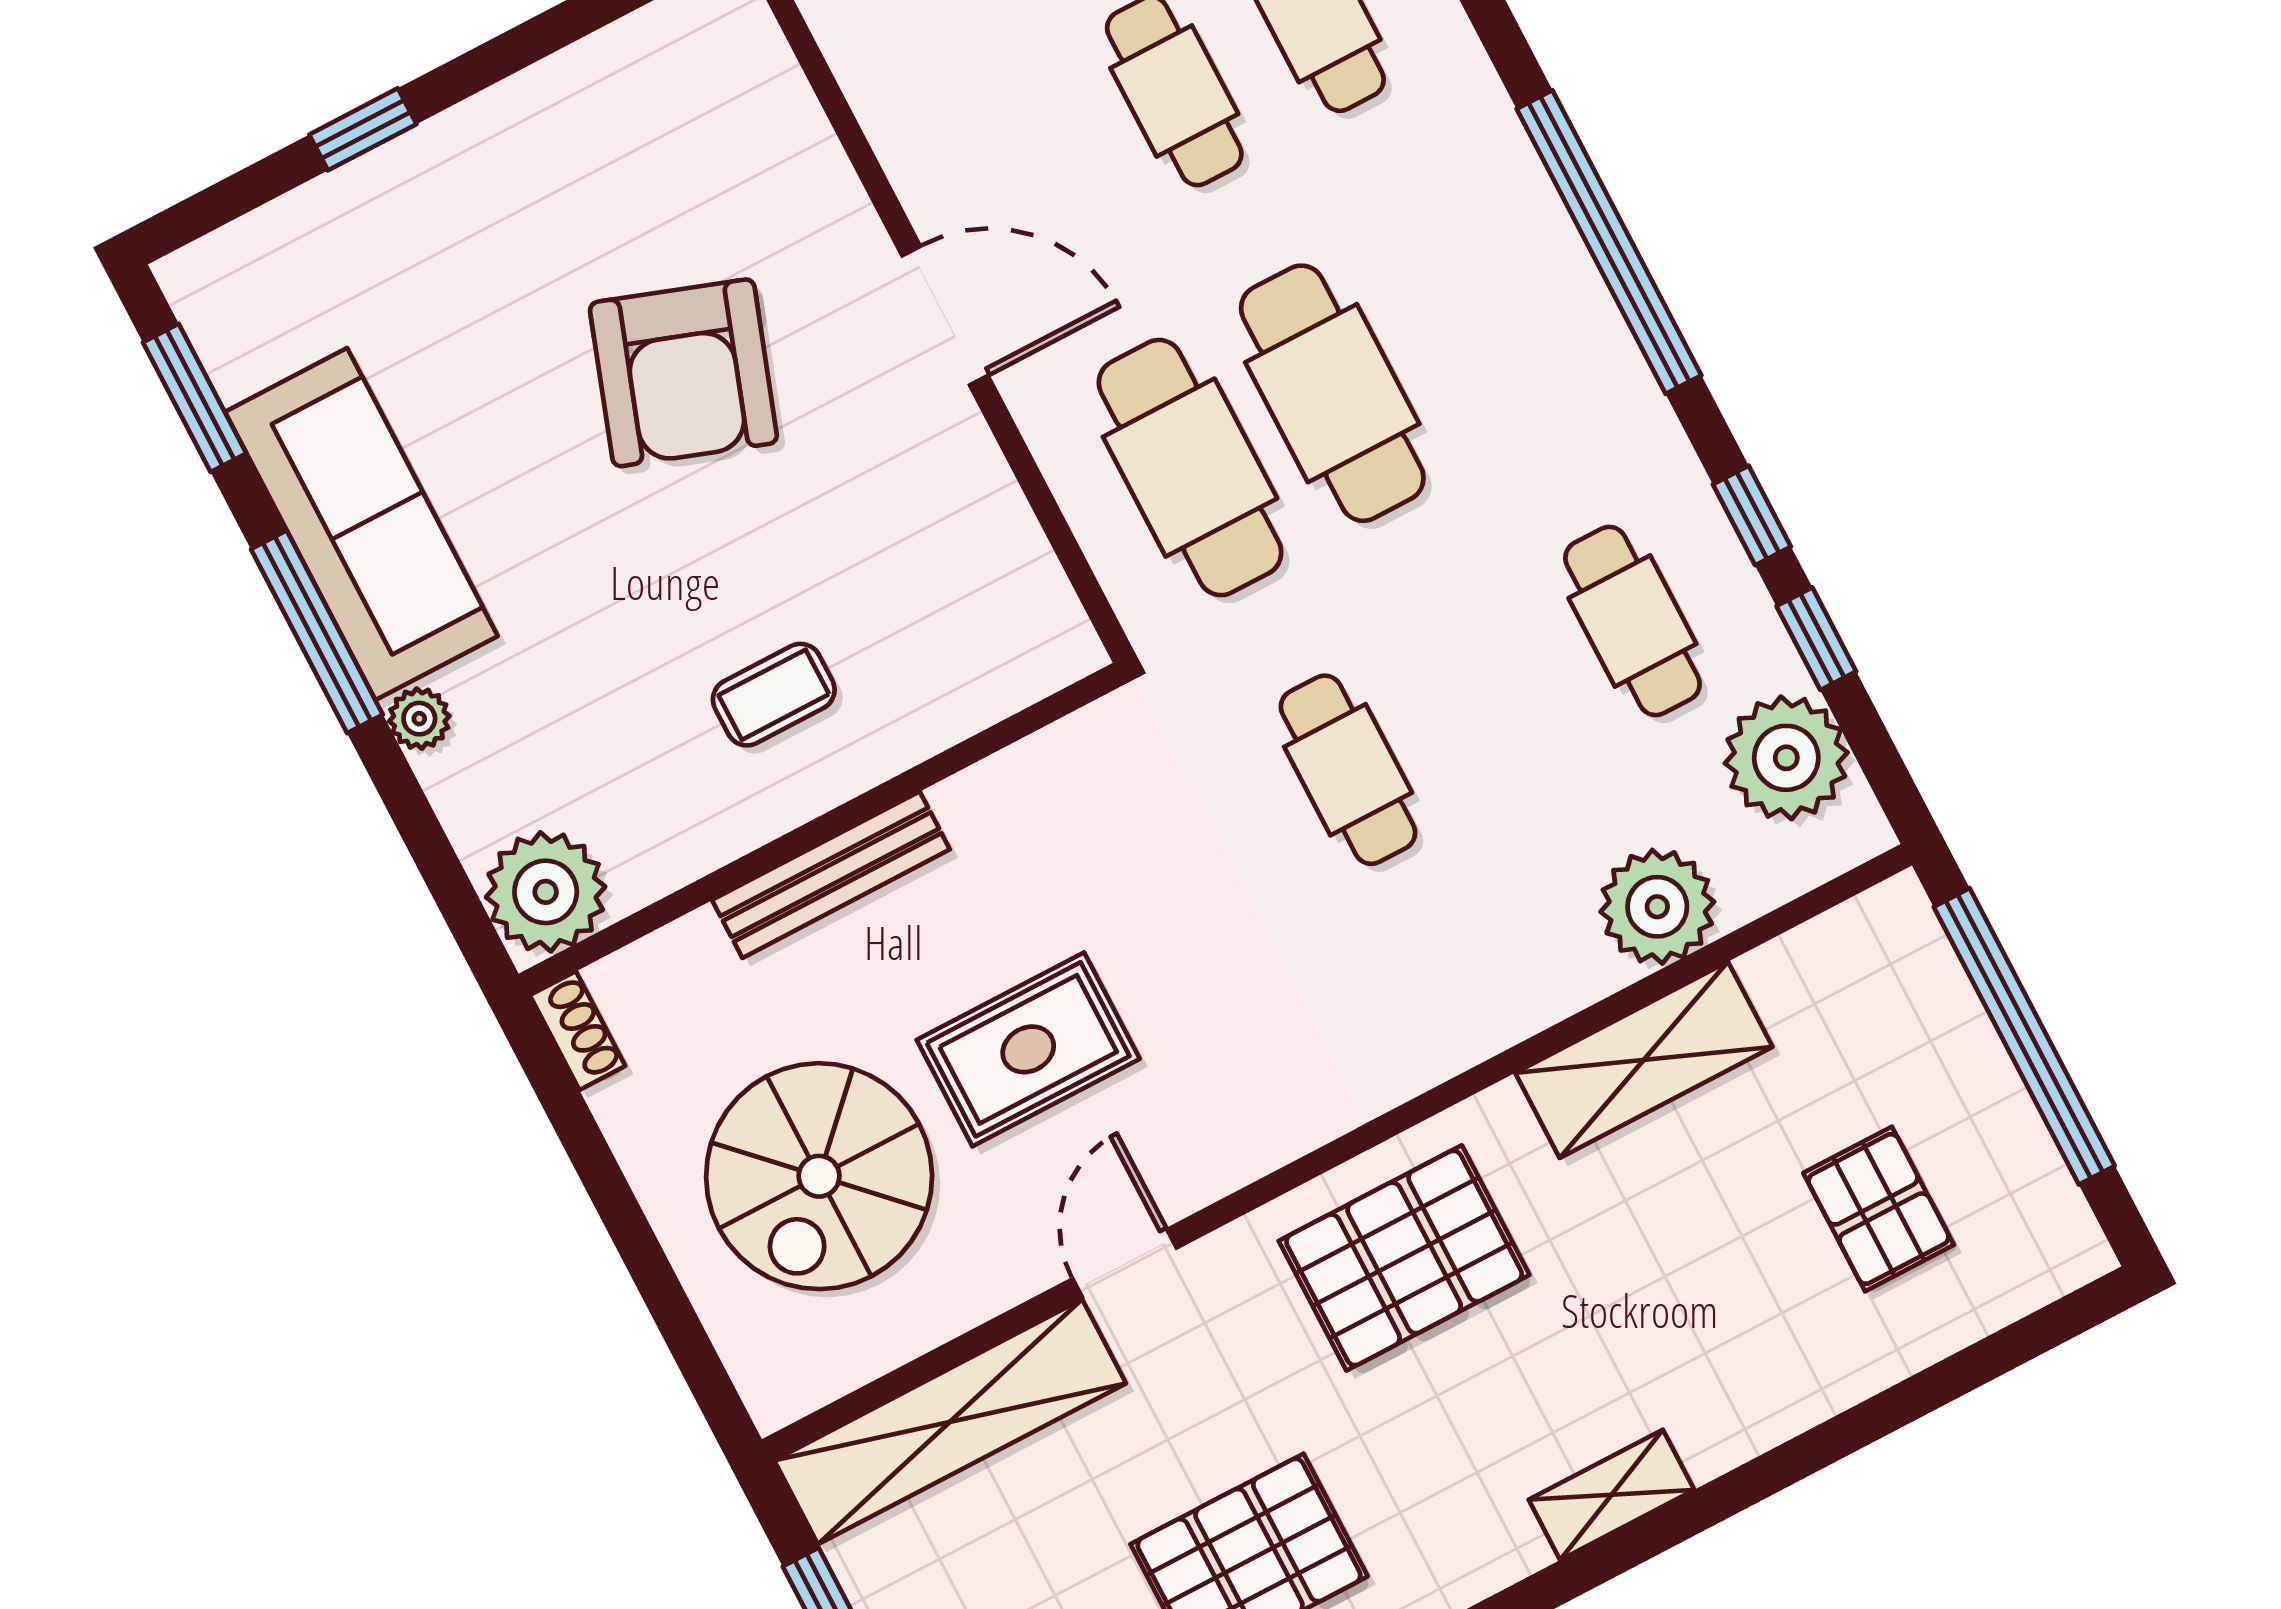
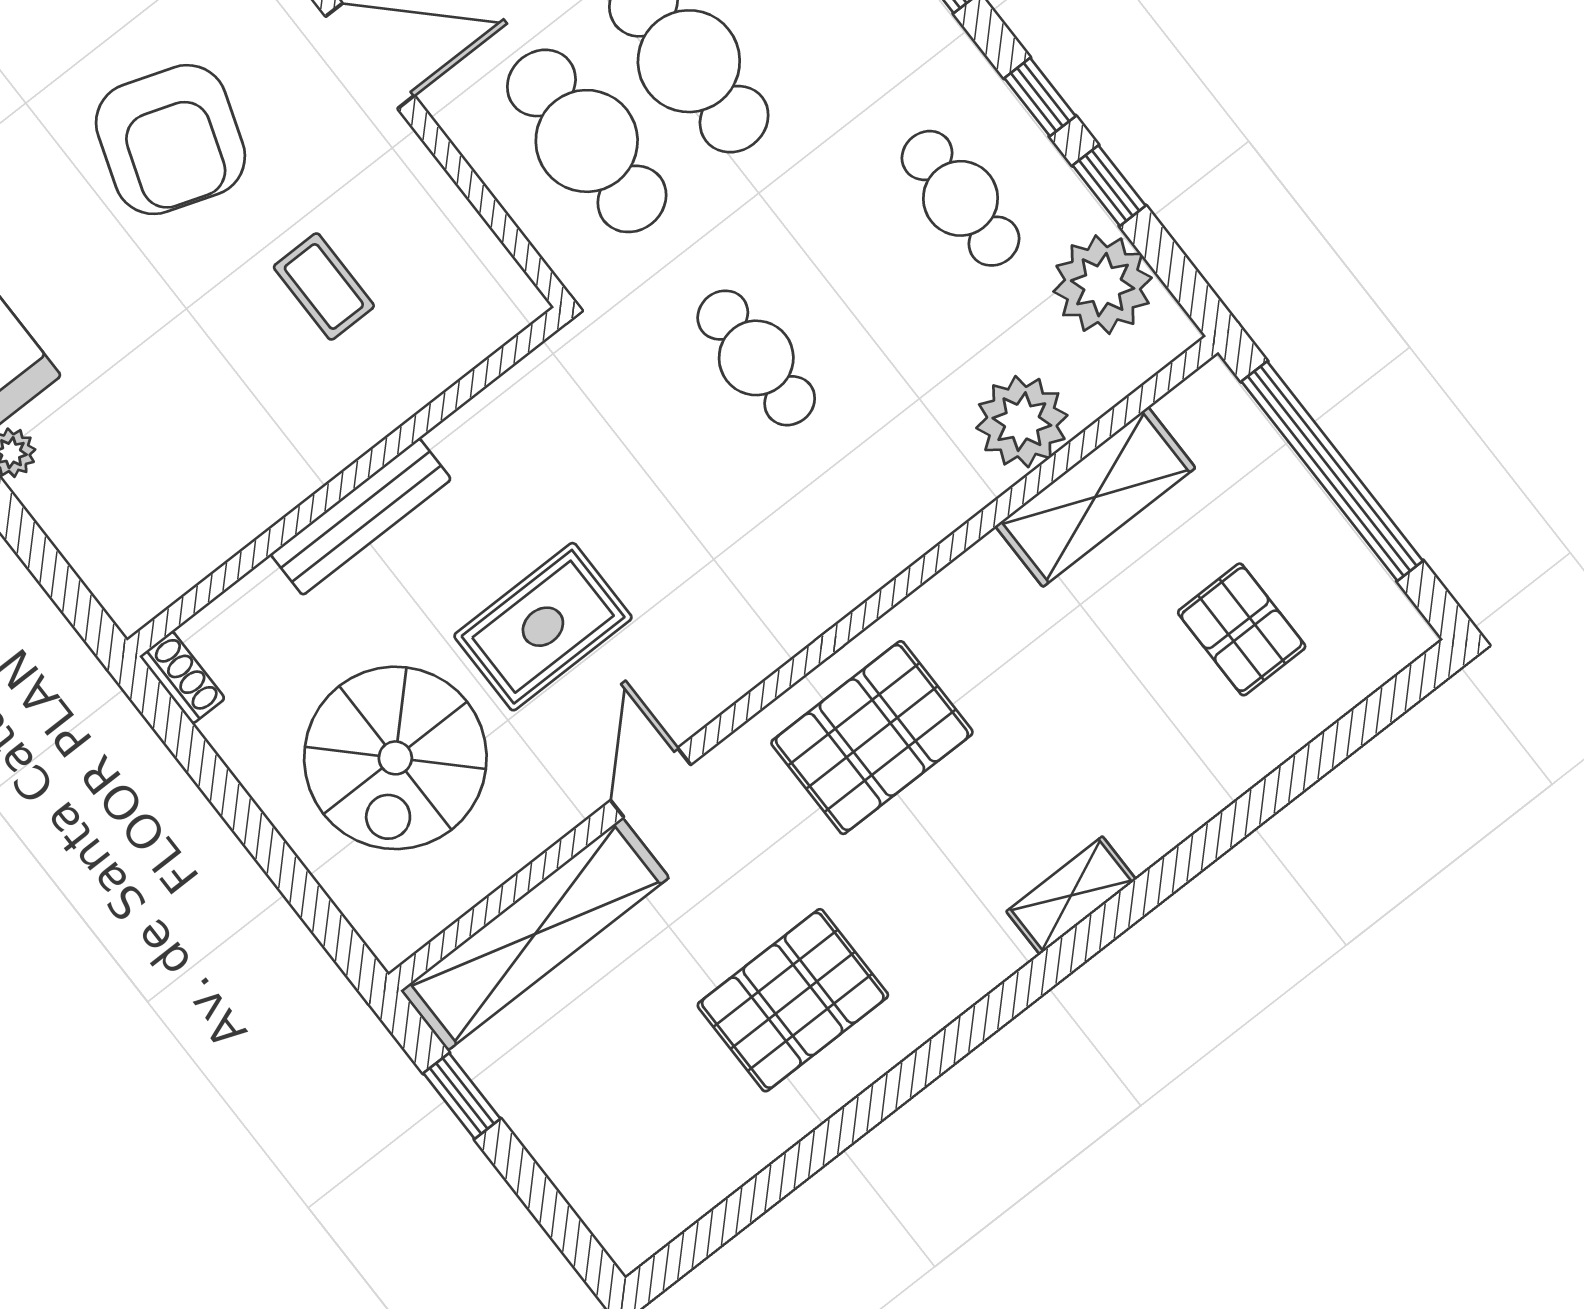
coffee table: (774, 695) -> (324, 286), moved, turned 90
plant: (546, 892) -> (137, 572), removed
shelving: (1644, 1060) -> (1095, 497), moved

